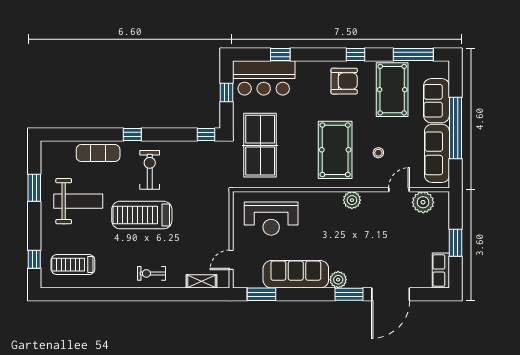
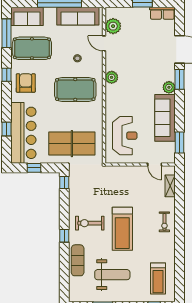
bar counter: (264, 78) -> (23, 133), width x1.36
sofa: (436, 101) -> (27, 16), moved
weight bench: (78, 201) -> (112, 275), turned 90

